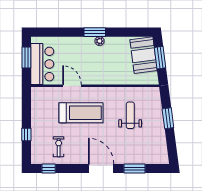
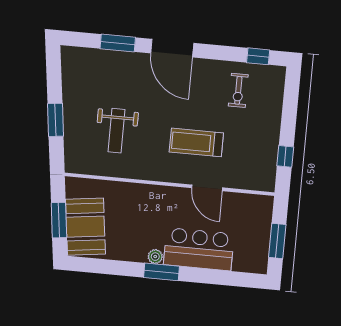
bar counter: (42, 64) -> (199, 249), moved, turned 90
treadmill: (81, 113) -> (196, 142), width x0.73, depth x0.73
window: (26, 134) -> (285, 156), moved

